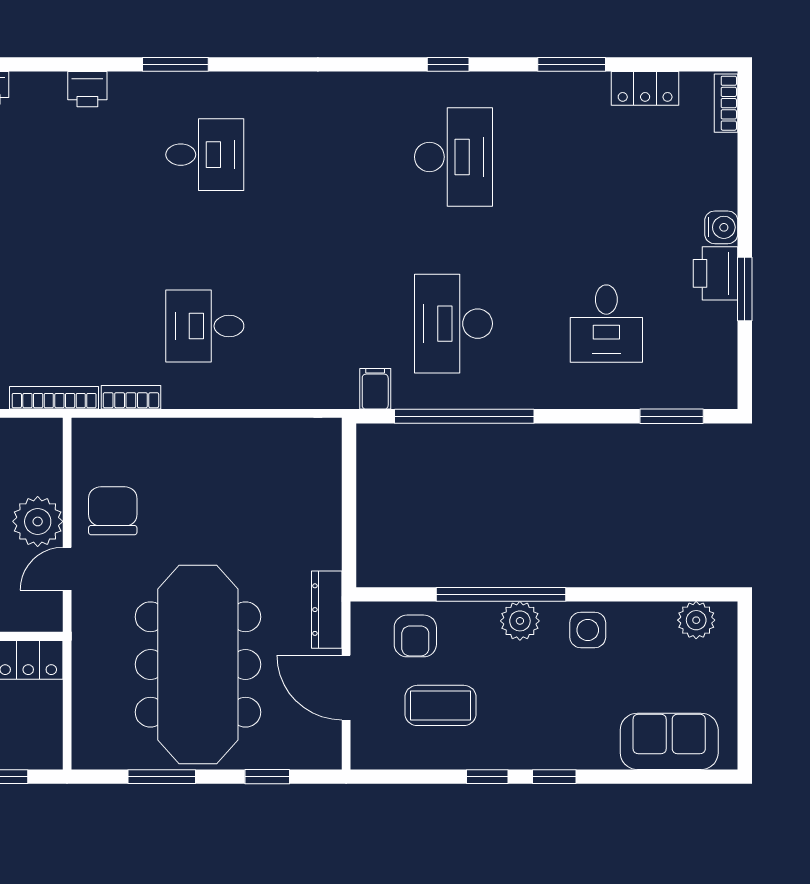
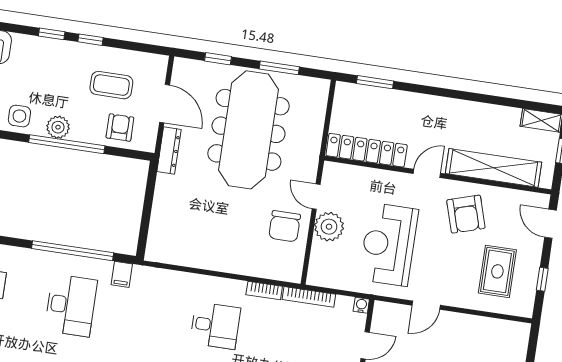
door: (67, 569) -> (316, 197), swing flipped

